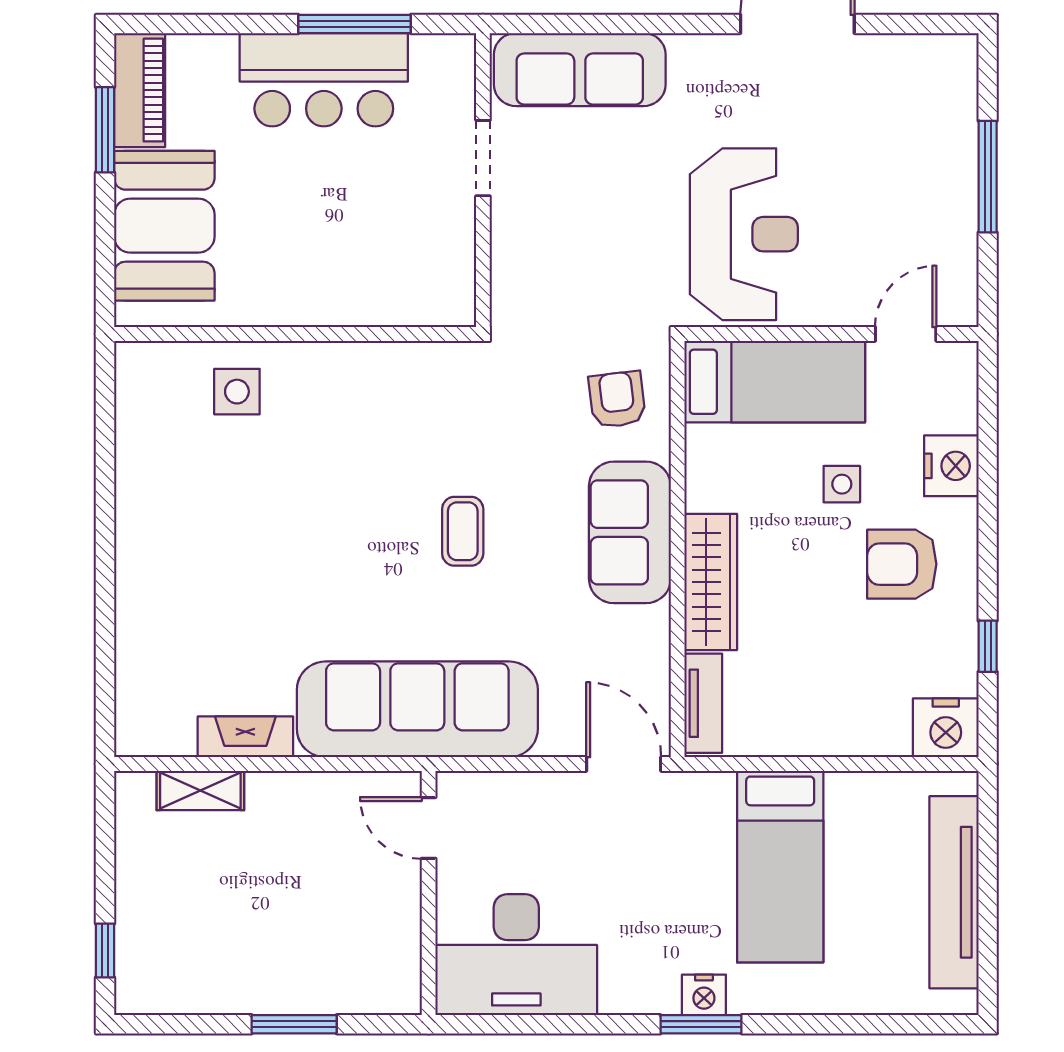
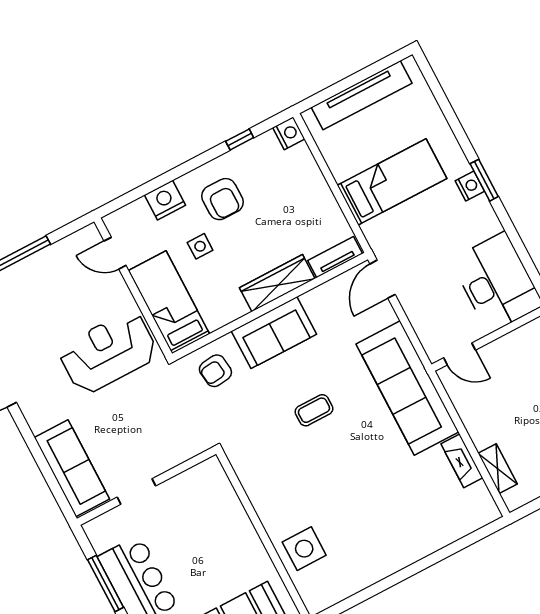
side table: (237, 392) -> (304, 549), width x1.37, depth x1.37
nightstand: (946, 728) -> (289, 133), width x0.74, depth x0.75
door: (429, 828) -> (460, 354), hinge flipped

